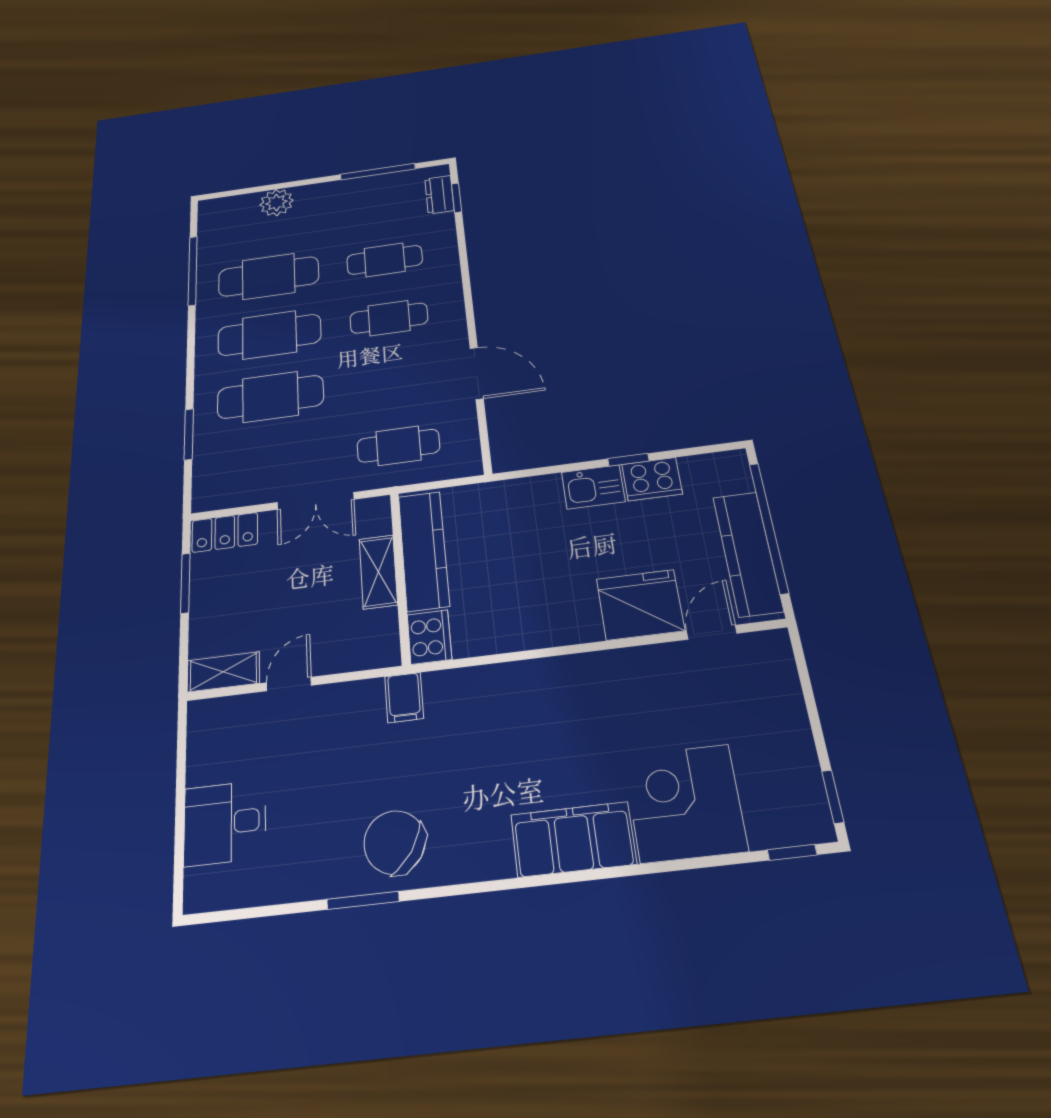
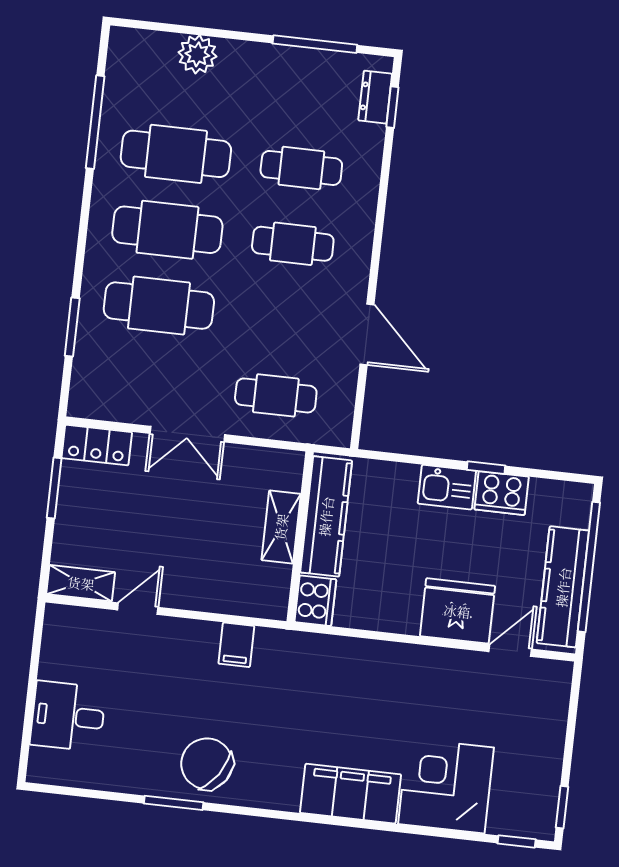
kitchen counter: (424, 550) -> (326, 516), moved
shelving: (378, 572) -> (281, 527), moved
wall: (400, 577) -> (300, 537), moved
cooker: (429, 637) -> (315, 601), moved

